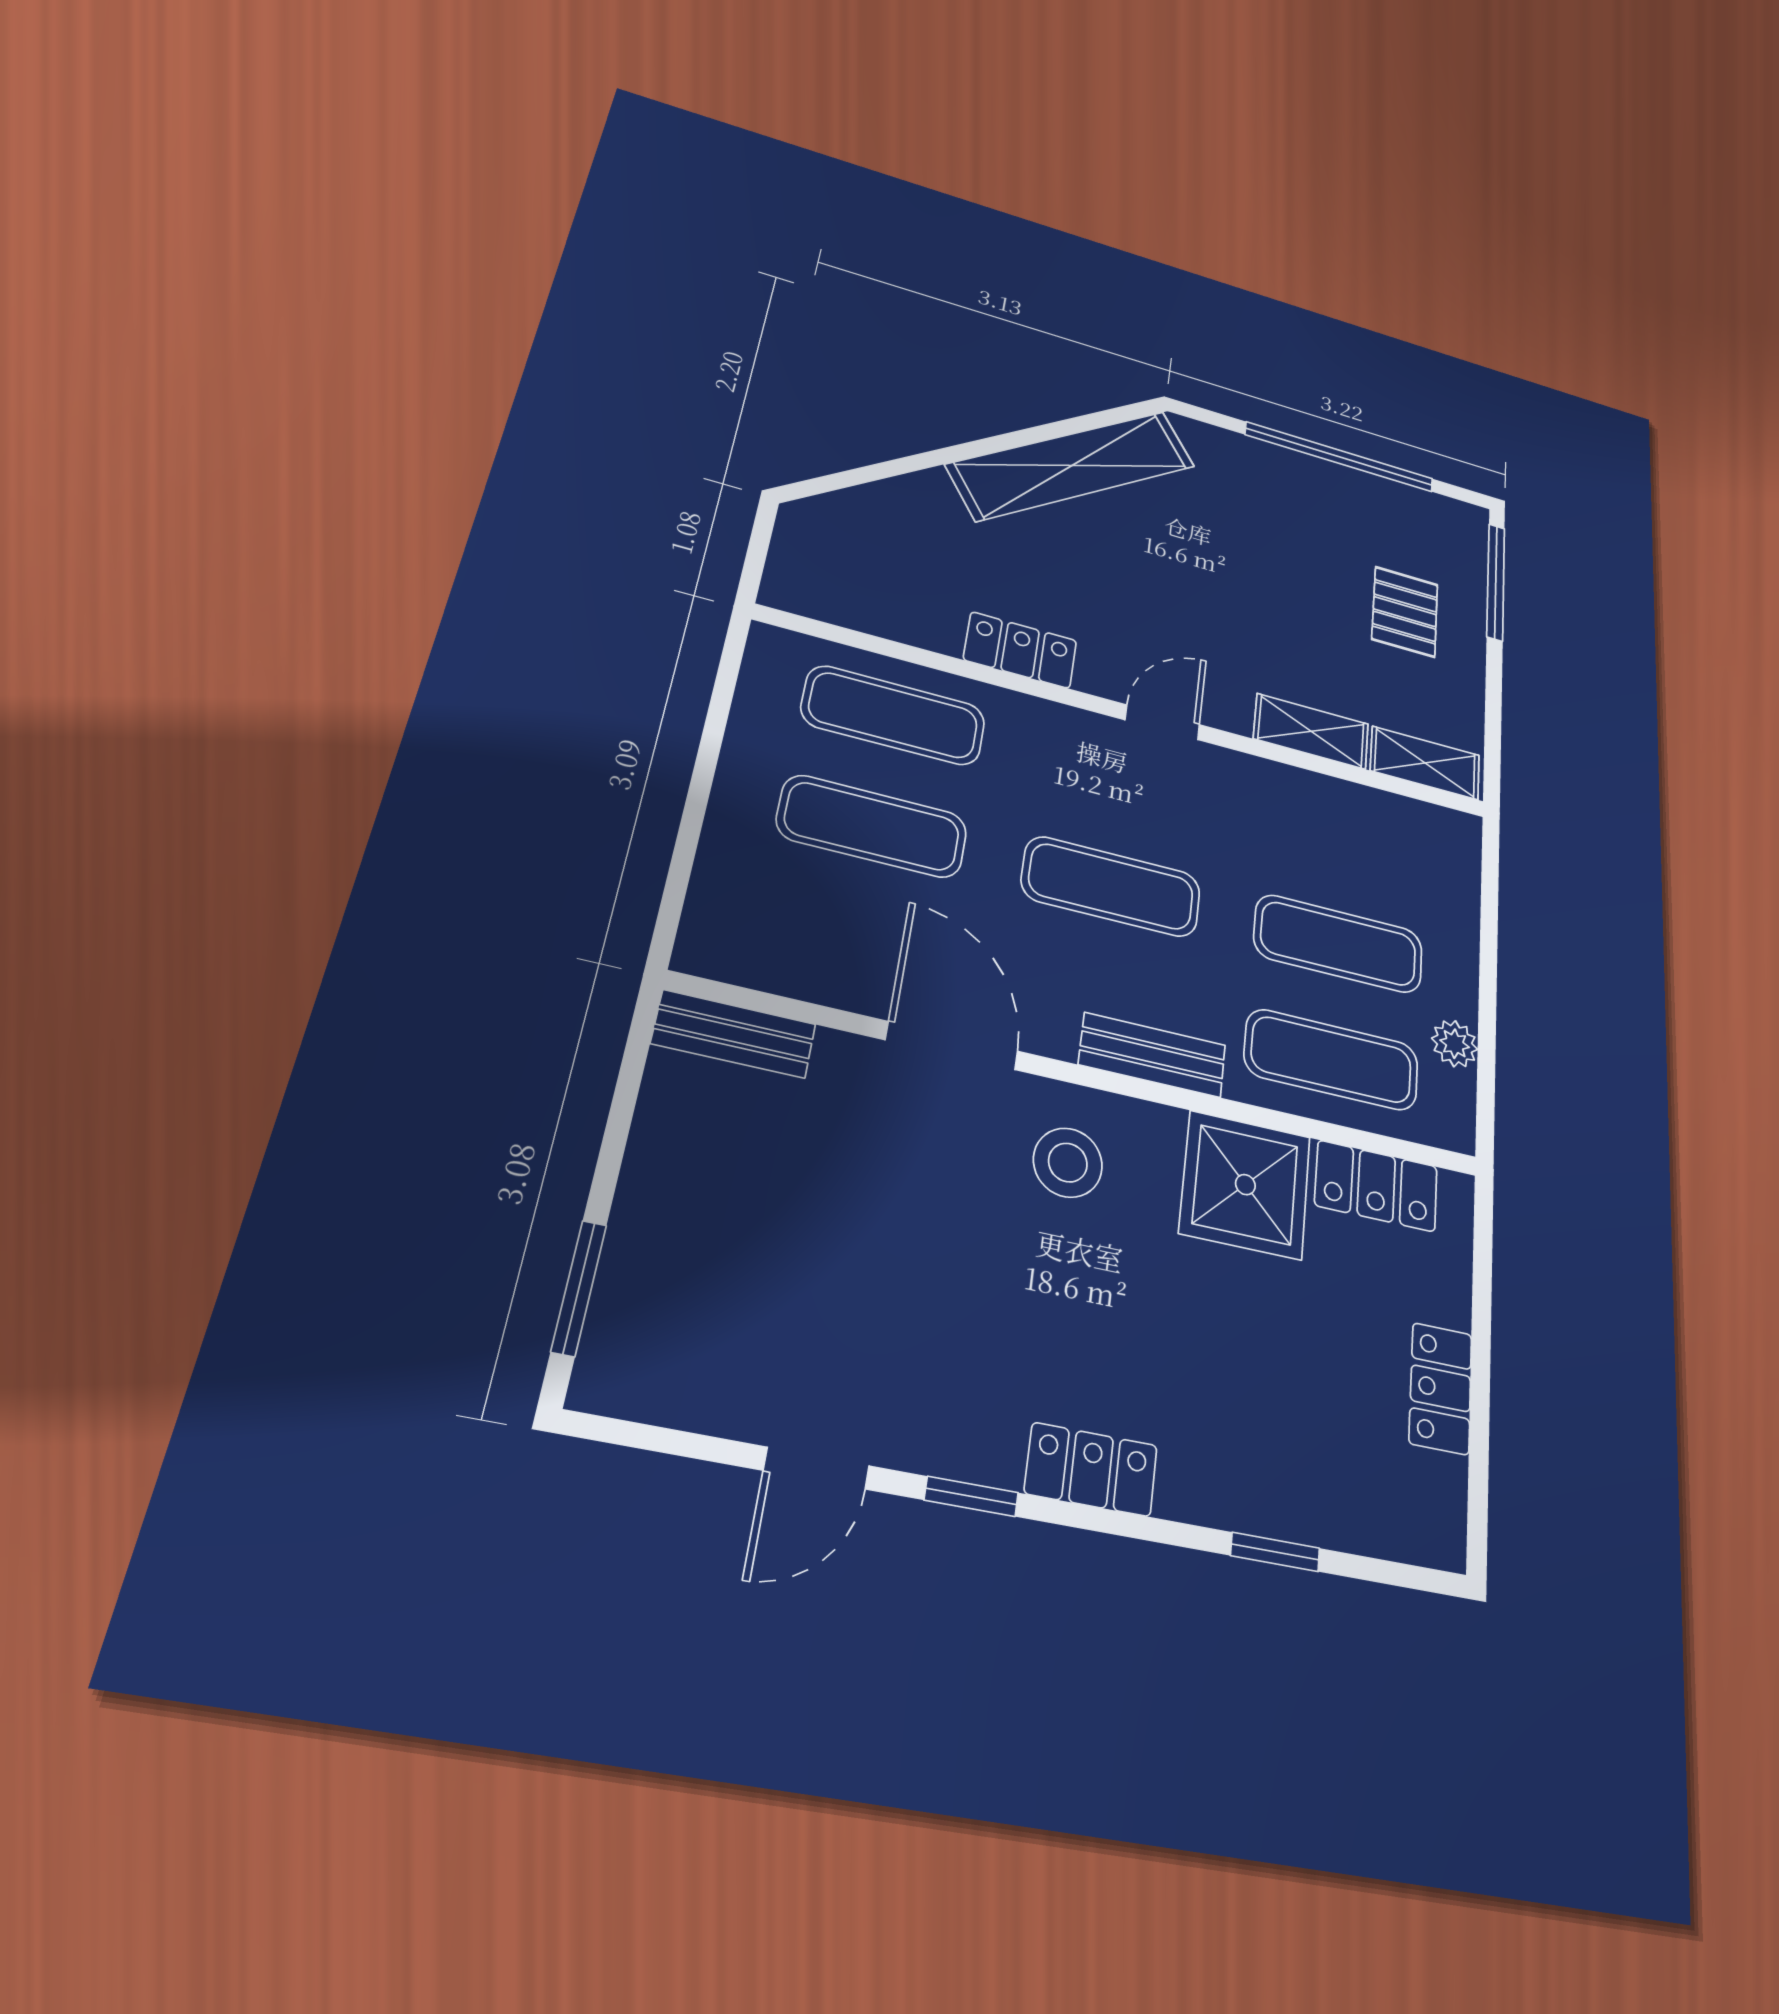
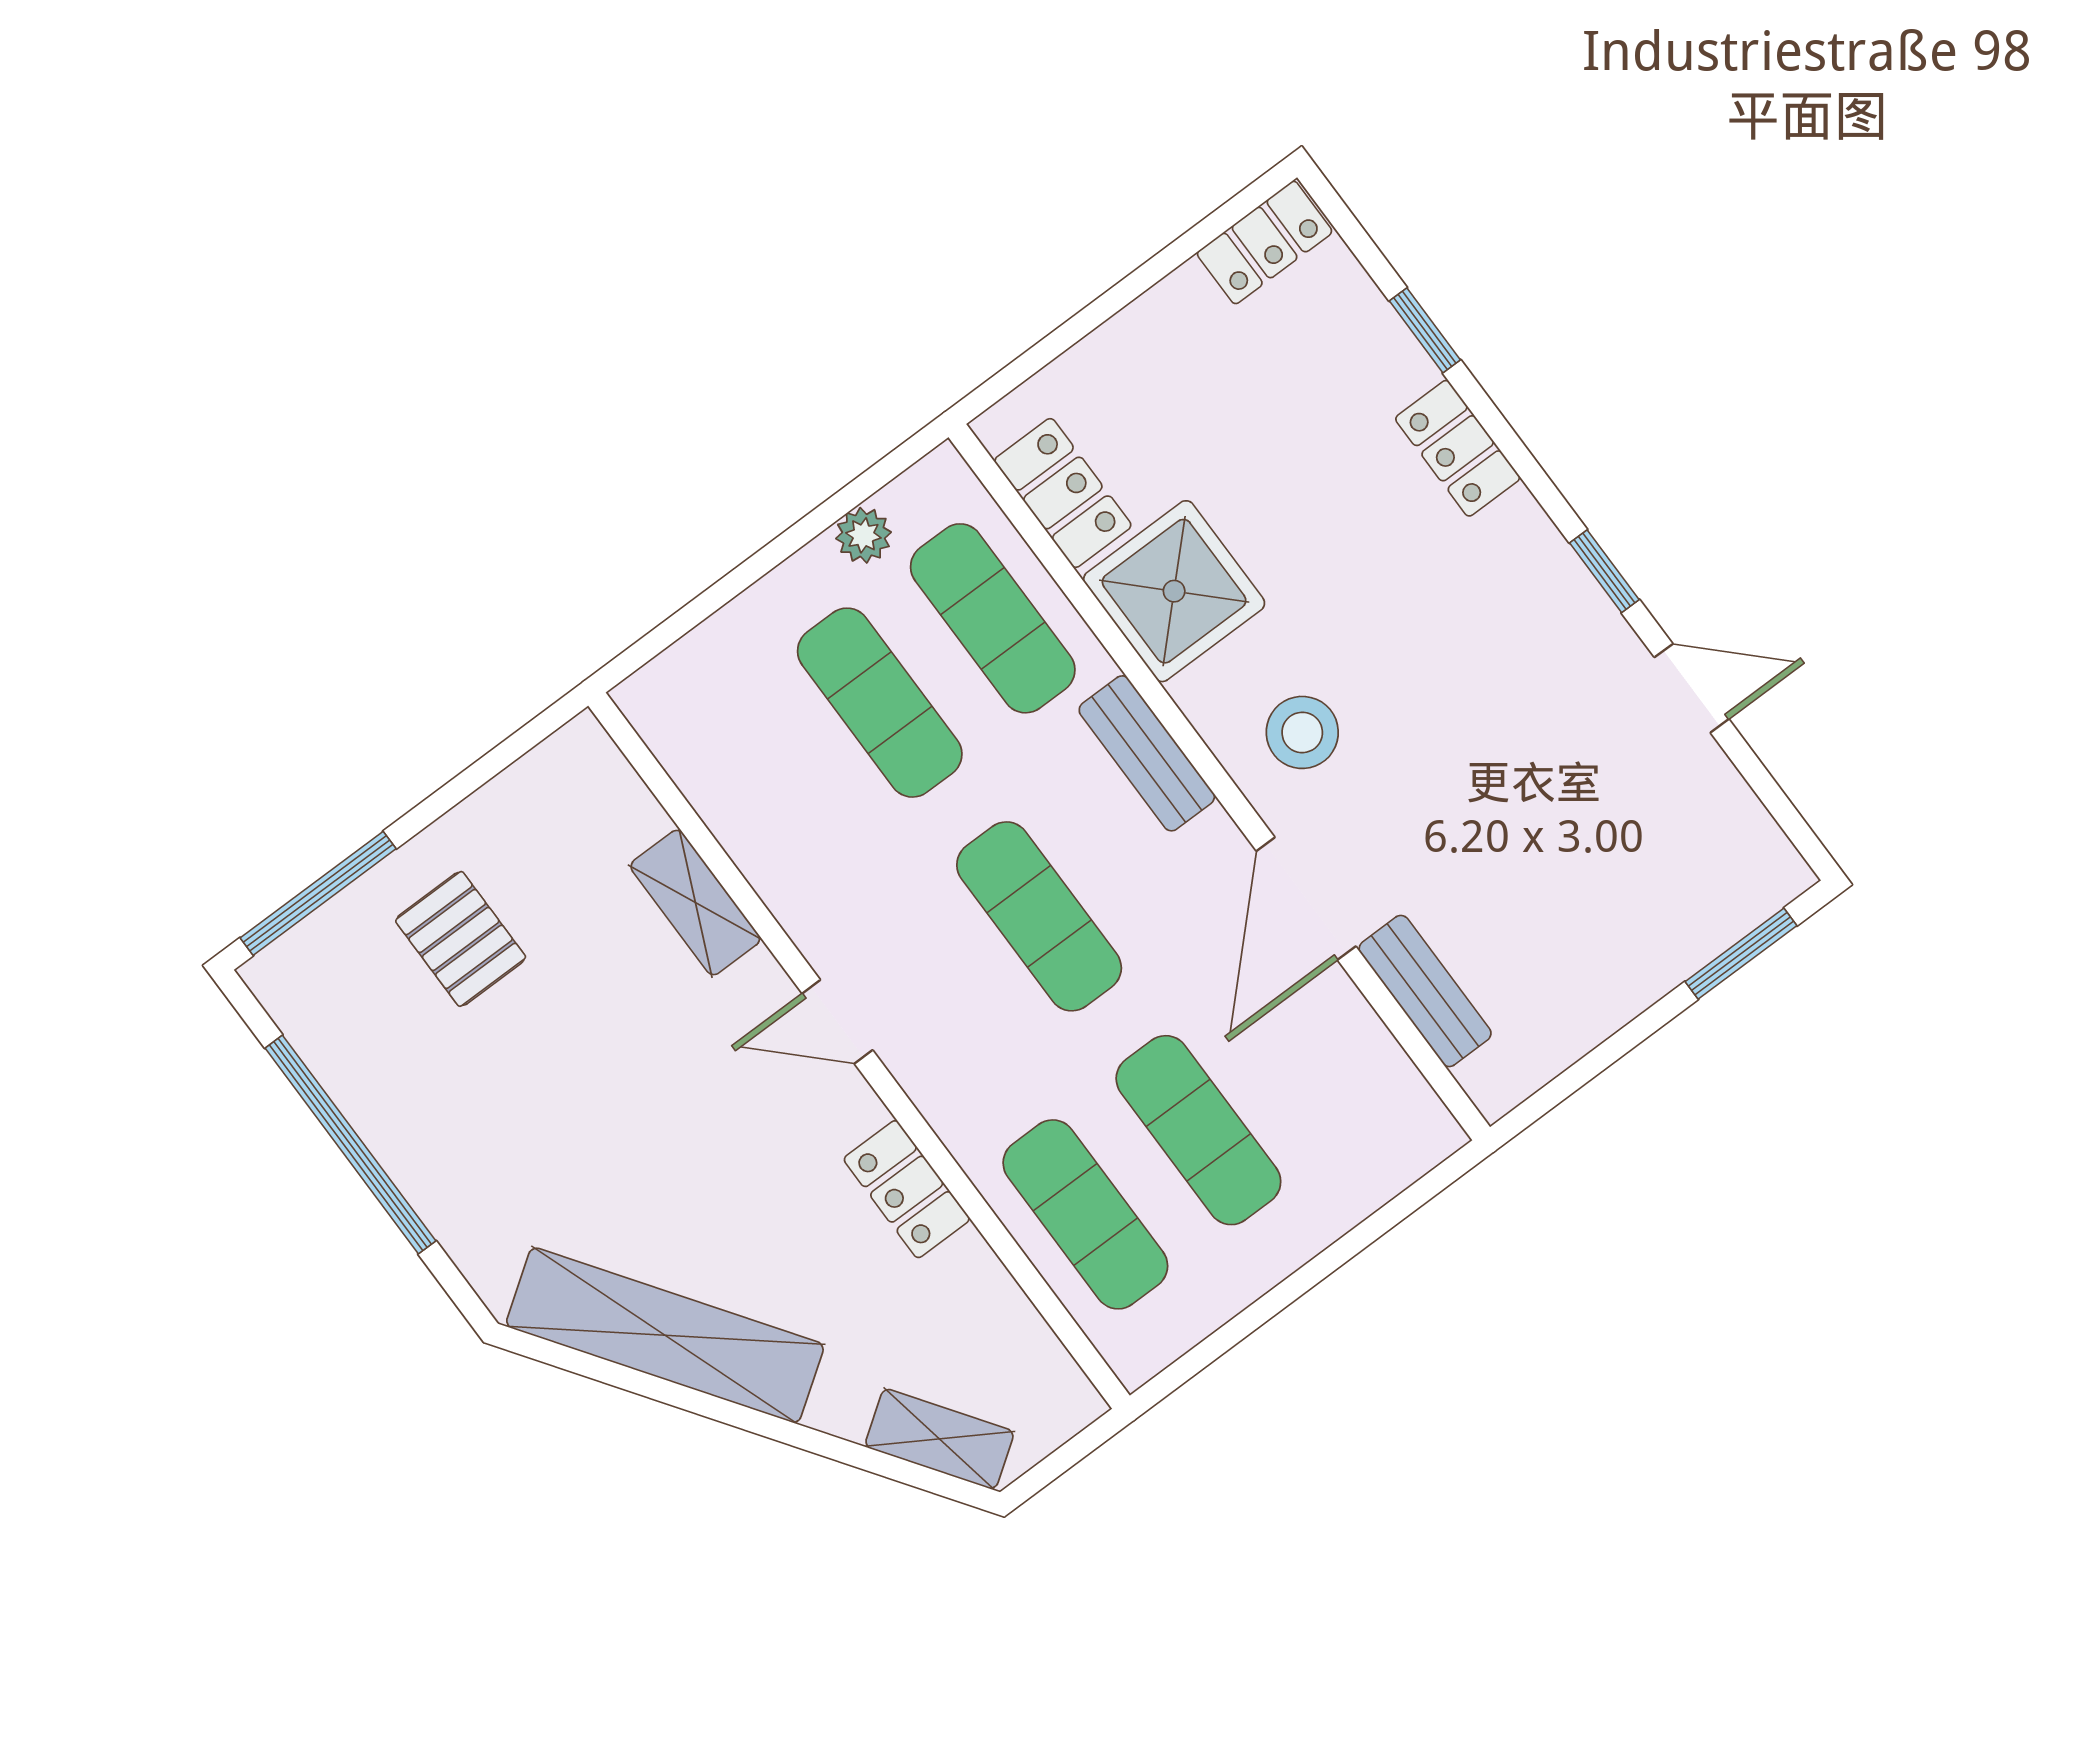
pallet: (1405, 612) -> (461, 939), turned 90
shelving: (1425, 763) -> (939, 1439), moved, turned -35
bench: (734, 1034) -> (1425, 991), moved
locker: (1441, 1388) -> (1265, 242), moved
locker: (1091, 1469) -> (1458, 448), moved

